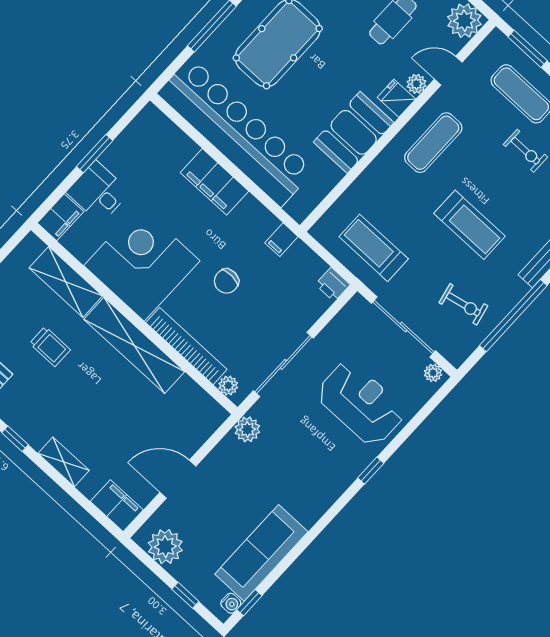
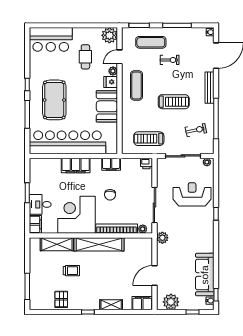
filing cabinet: (281, 240) -> (111, 164), width x2.00

